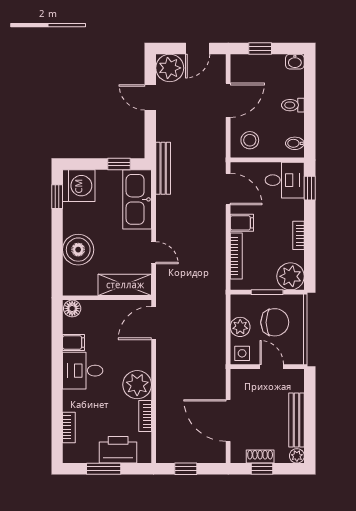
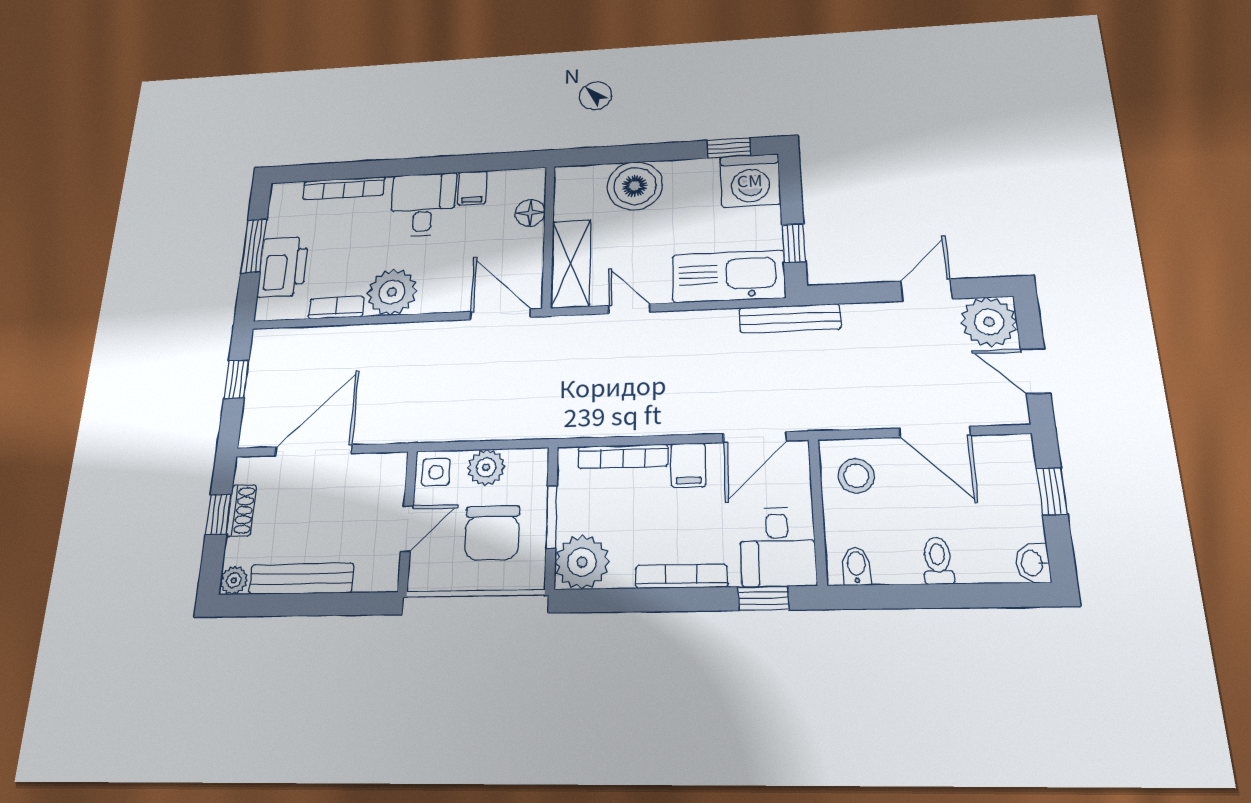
bookcase: (298, 235) -> (681, 576), width x1.56
door: (154, 253) -> (629, 309), swing flipped
floor lamp: (72, 308) -> (530, 213), moved
bookcase: (69, 427) -> (344, 188), width x1.56

